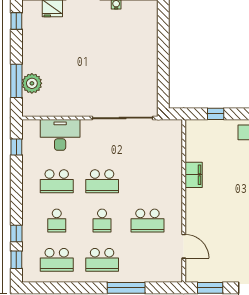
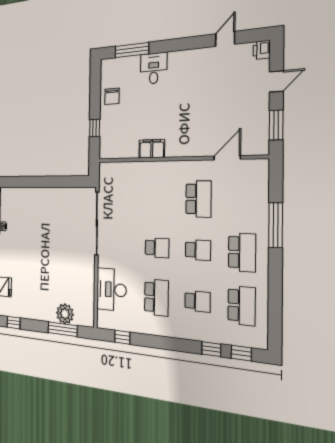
school desk: (102, 181) -> (157, 248), width x0.54

